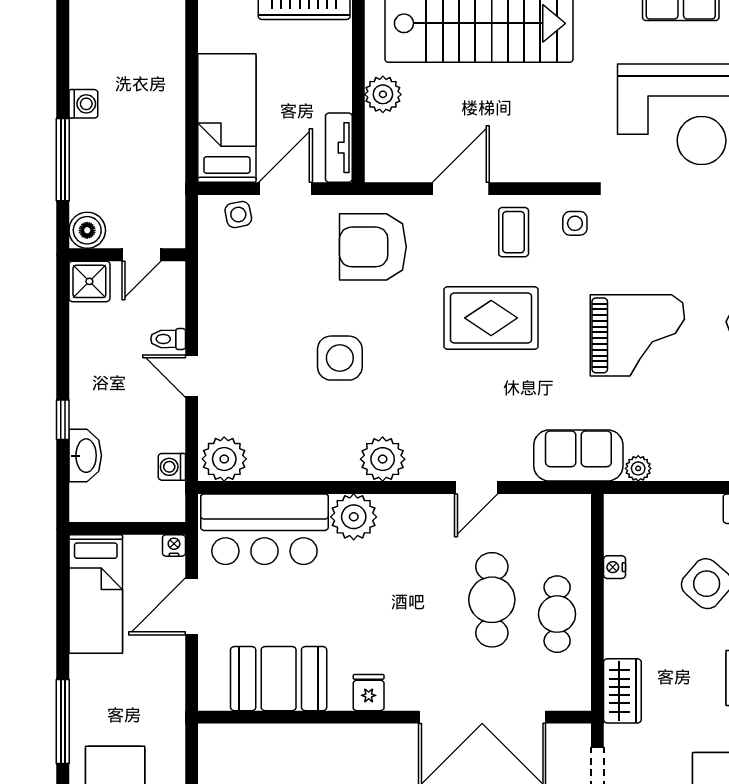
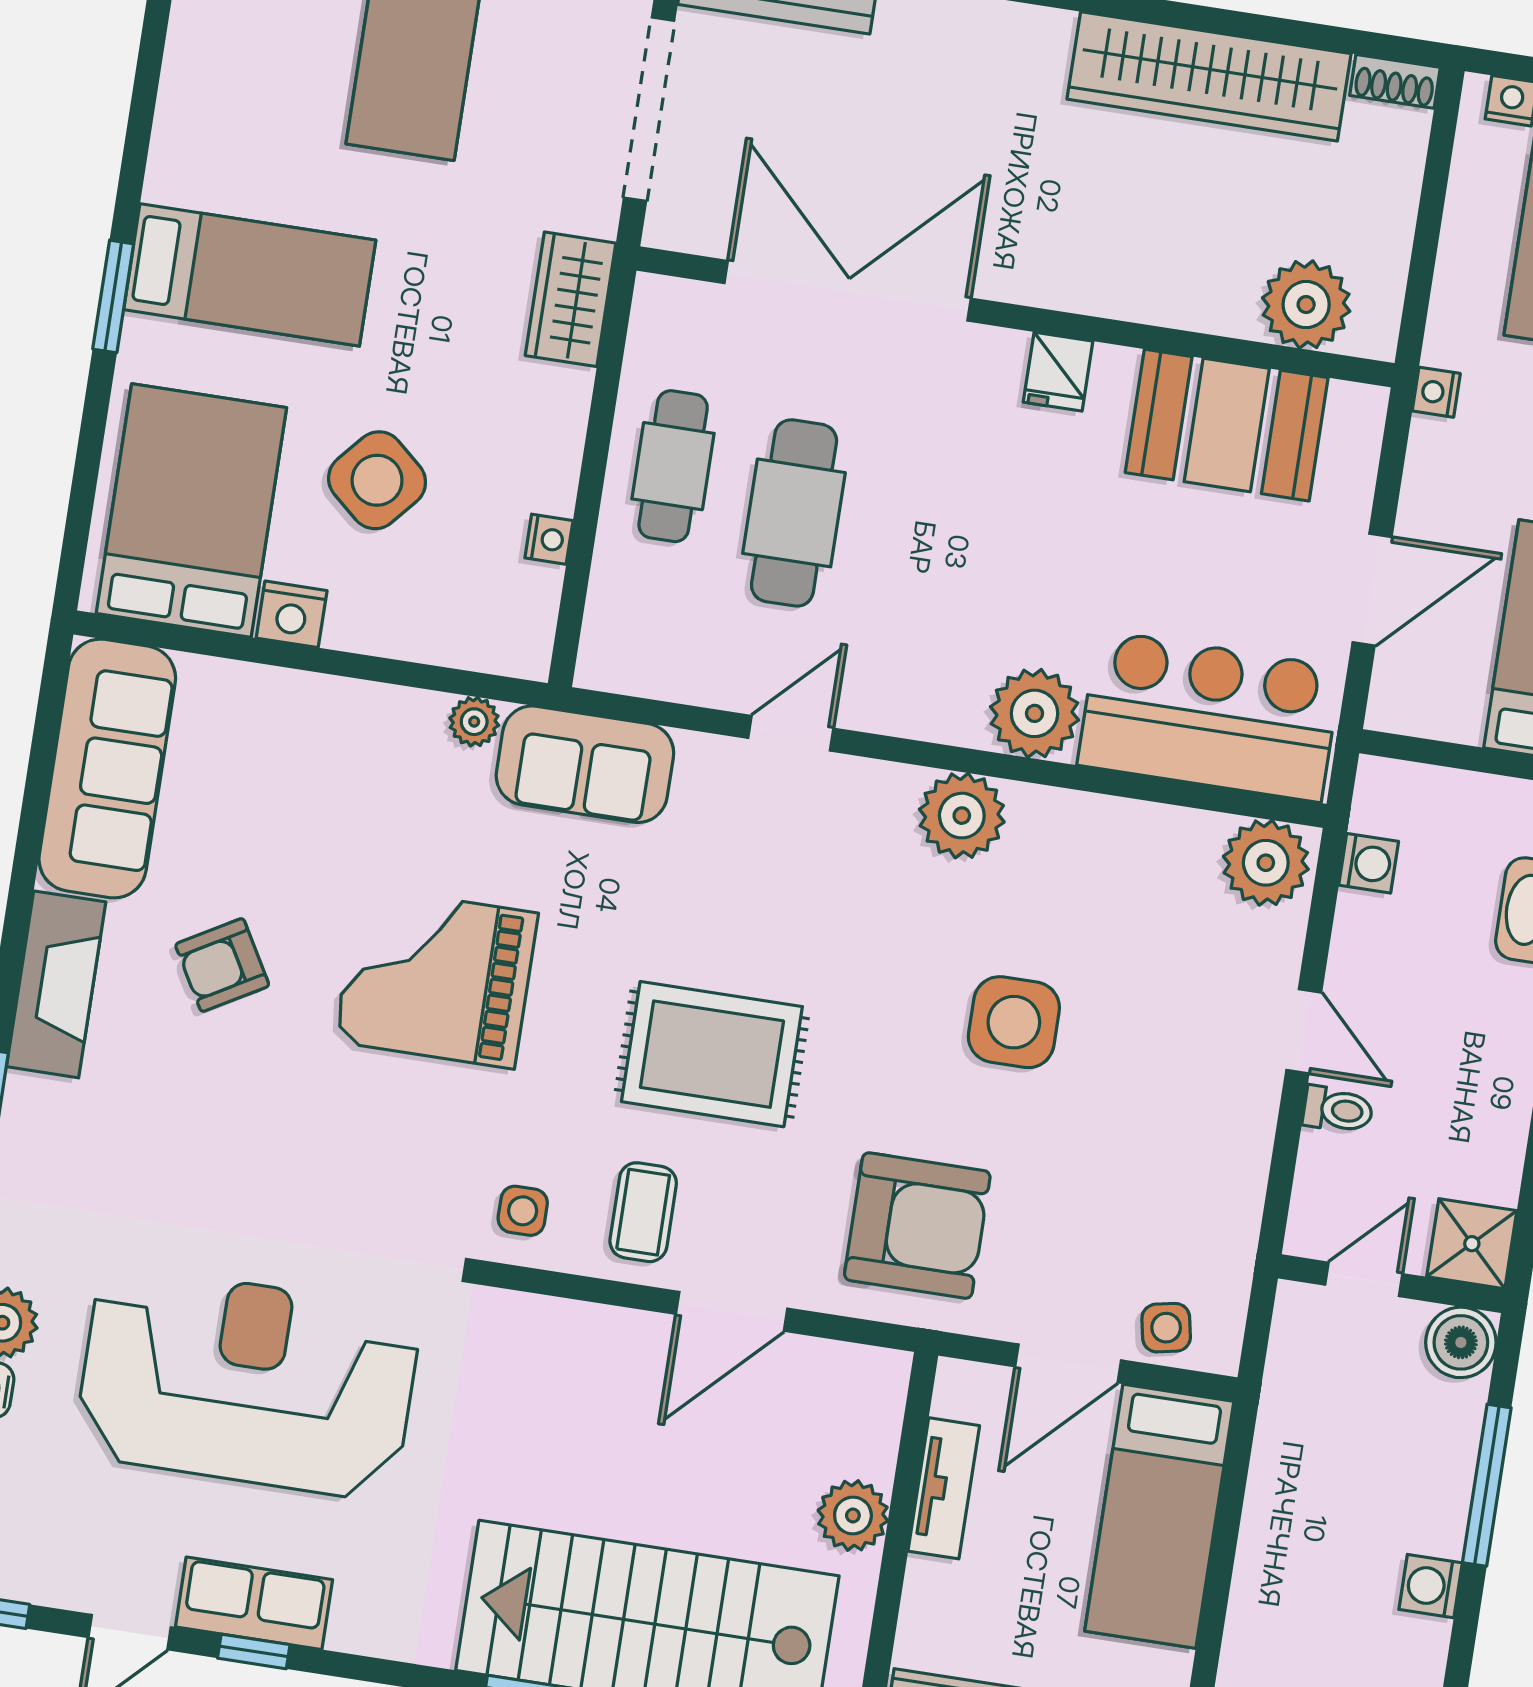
tv unit: (339, 148) -> (944, 1488), moved
nightstand: (174, 545) -> (1436, 392), moved, turned 90
plant: (248, 746) -> (1306, 305), added

